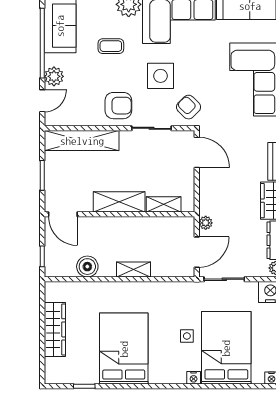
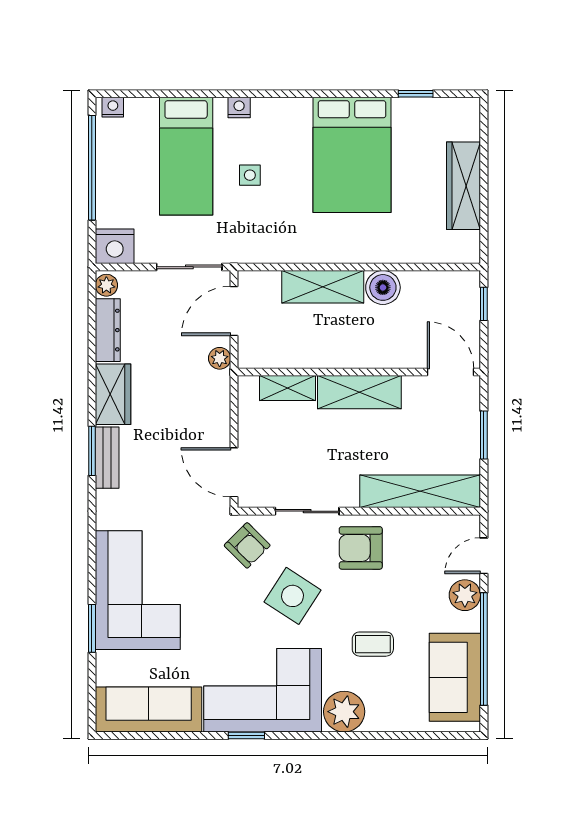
side table: (161, 76) -> (292, 596), turned 33
boiler: (87, 267) -> (383, 287), moved
shelving: (133, 270) -> (323, 287), width x1.50, depth x1.33
bed: (226, 348) -> (186, 156), width x0.67

